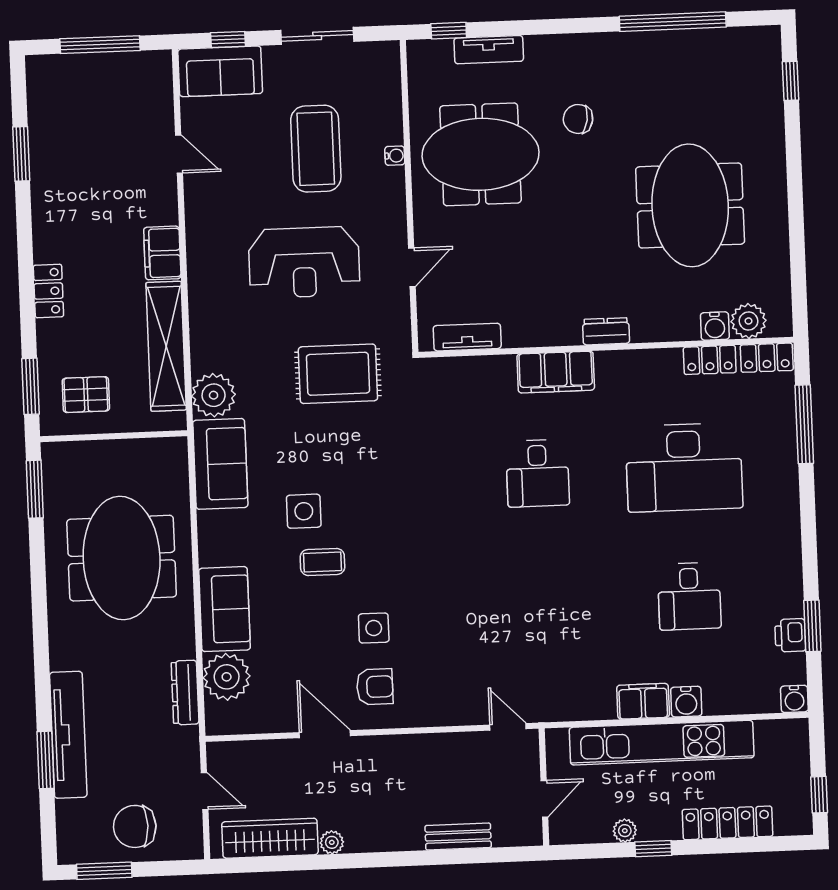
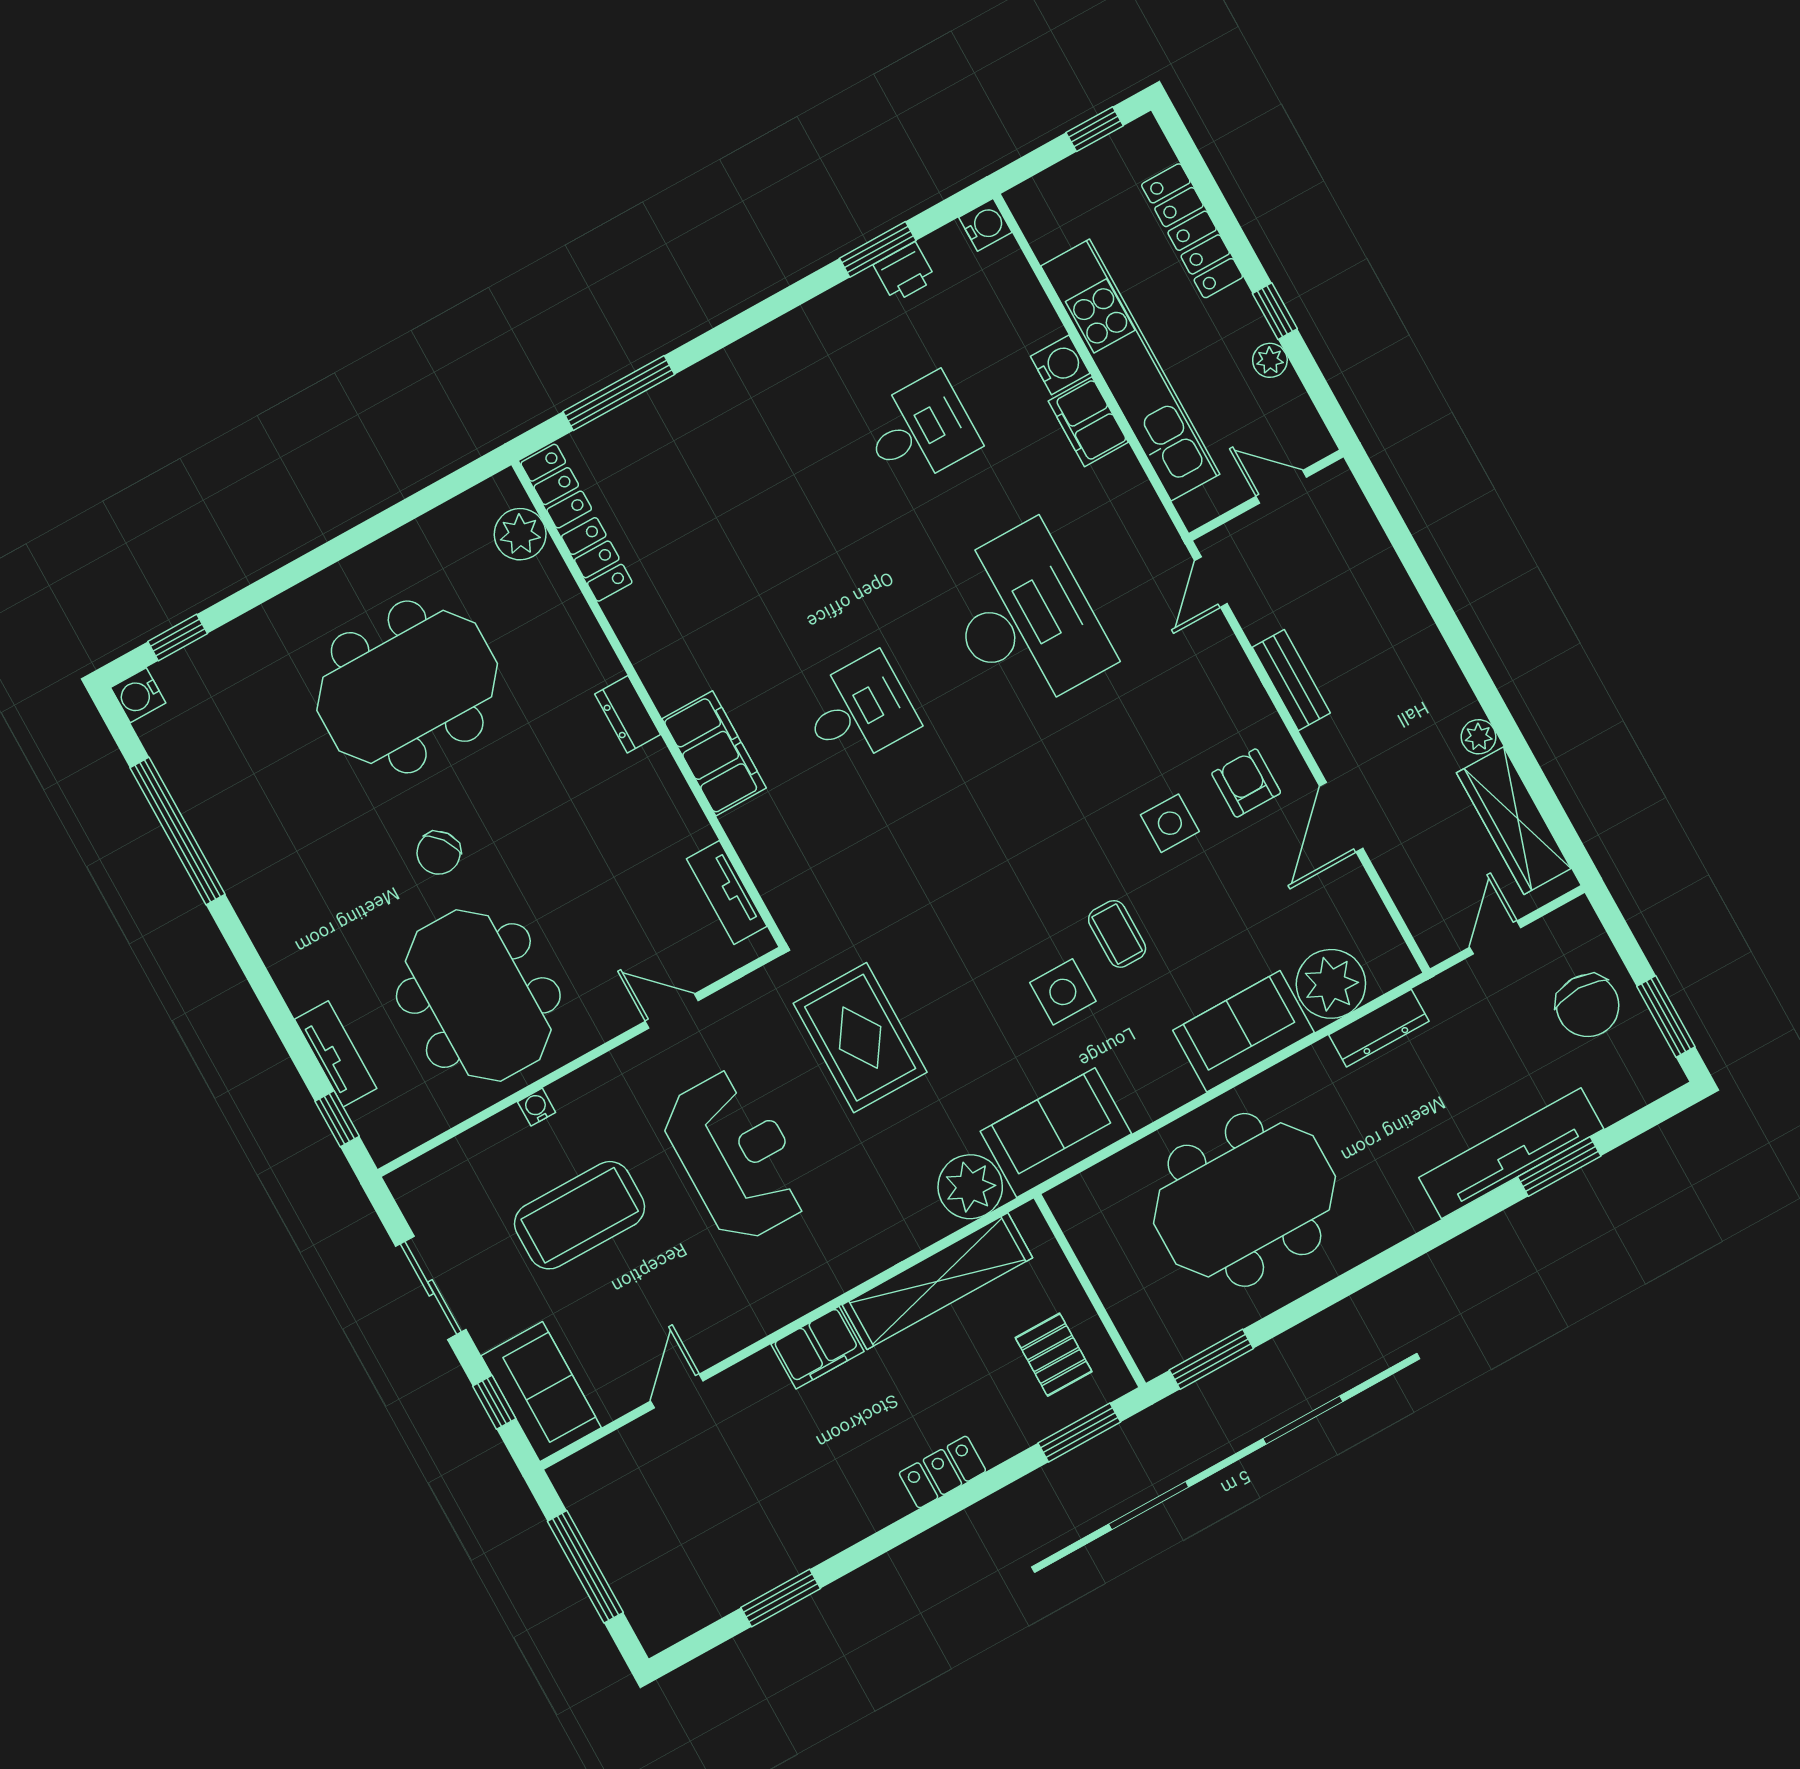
chair: (578, 119) -> (439, 853), moved, turned 45
water cooler: (715, 326) -> (138, 695), moved, turned 180
desk: (684, 467) -> (1024, 619), moved
bench: (458, 837) -> (1291, 680), moved

